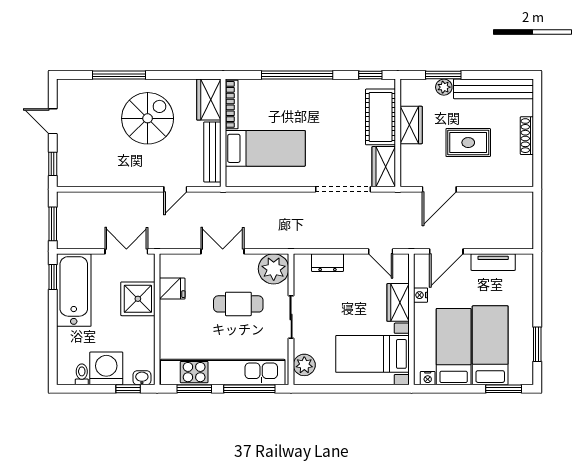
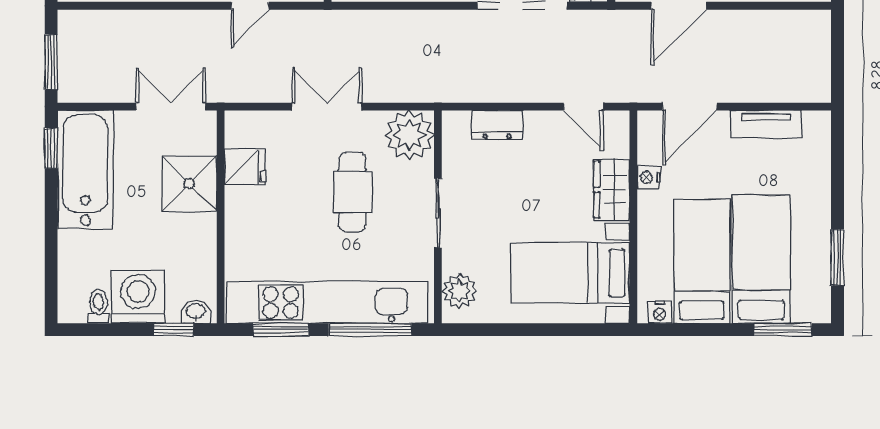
cafe table: (238, 304) -> (352, 192), turned 90

